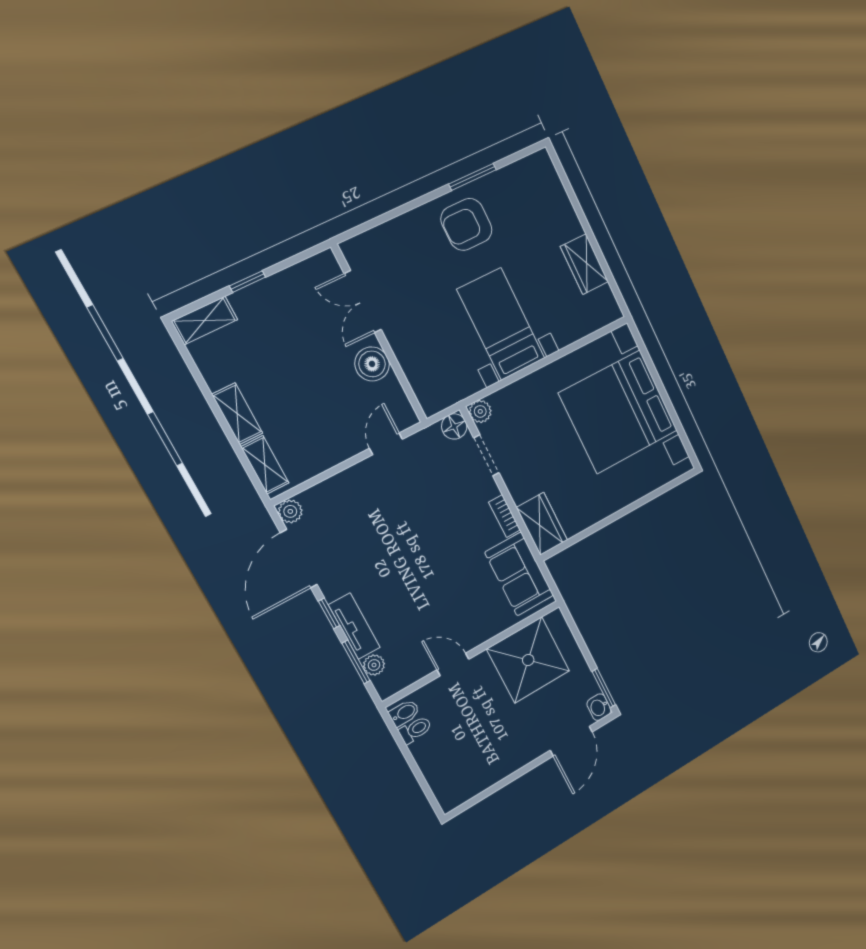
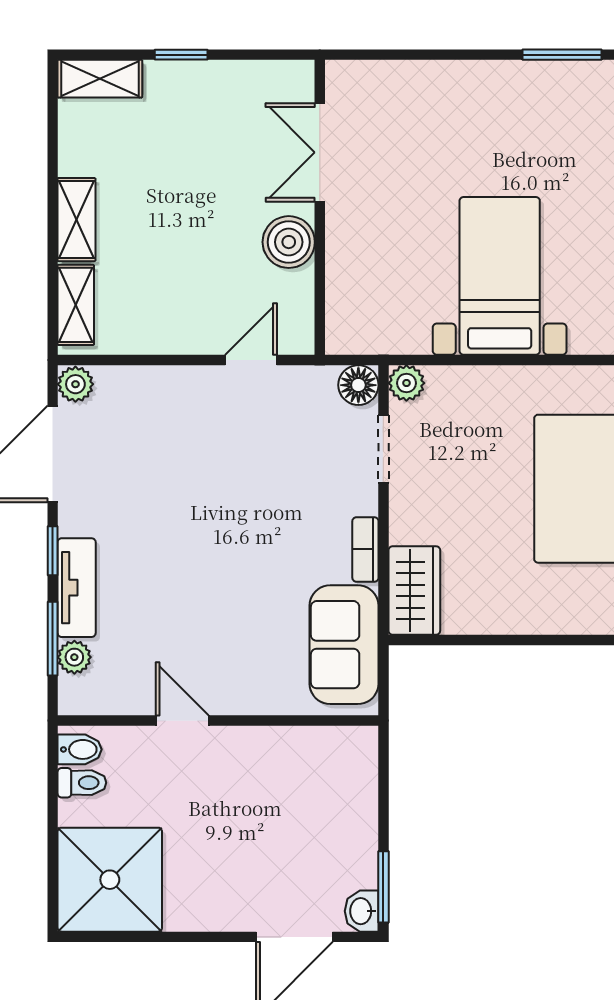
armchair: (466, 224) -> (520, 115), removed
shower: (528, 660) -> (110, 880), moved

